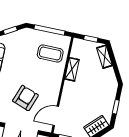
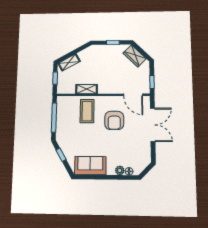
coffee table: (50, 54) -> (87, 111), moved
armchair: (25, 98) -> (114, 120), moved, turned -110

